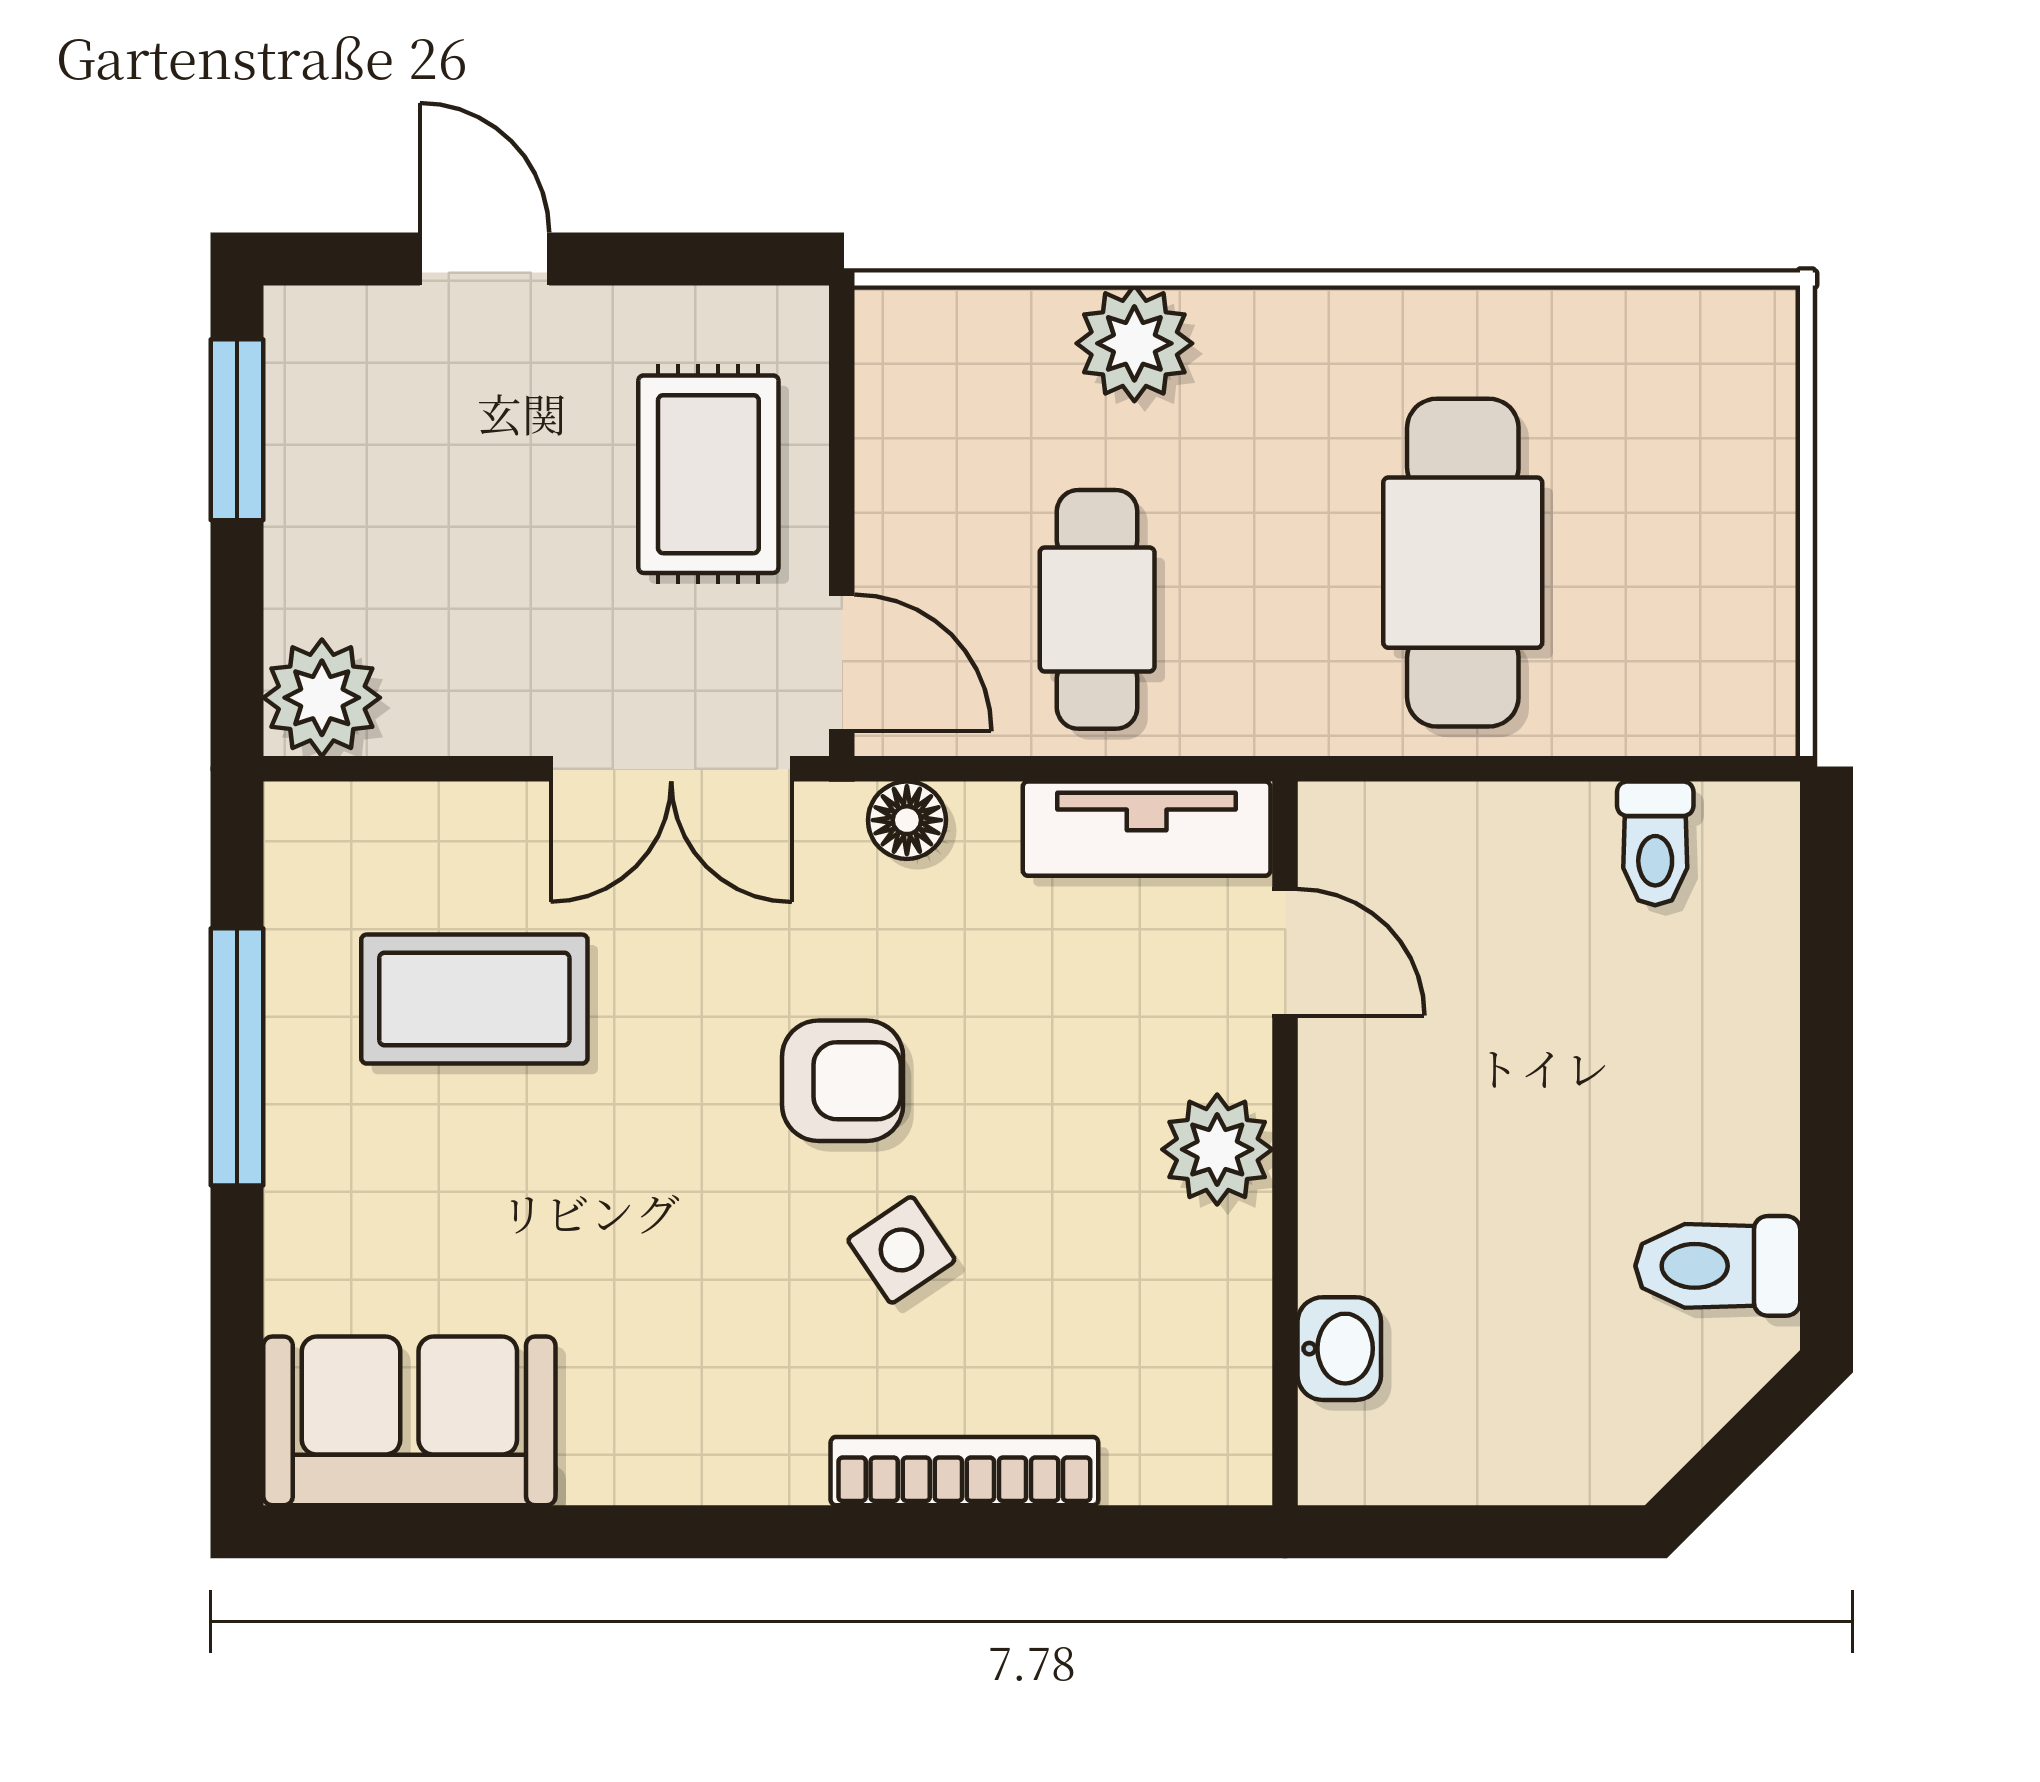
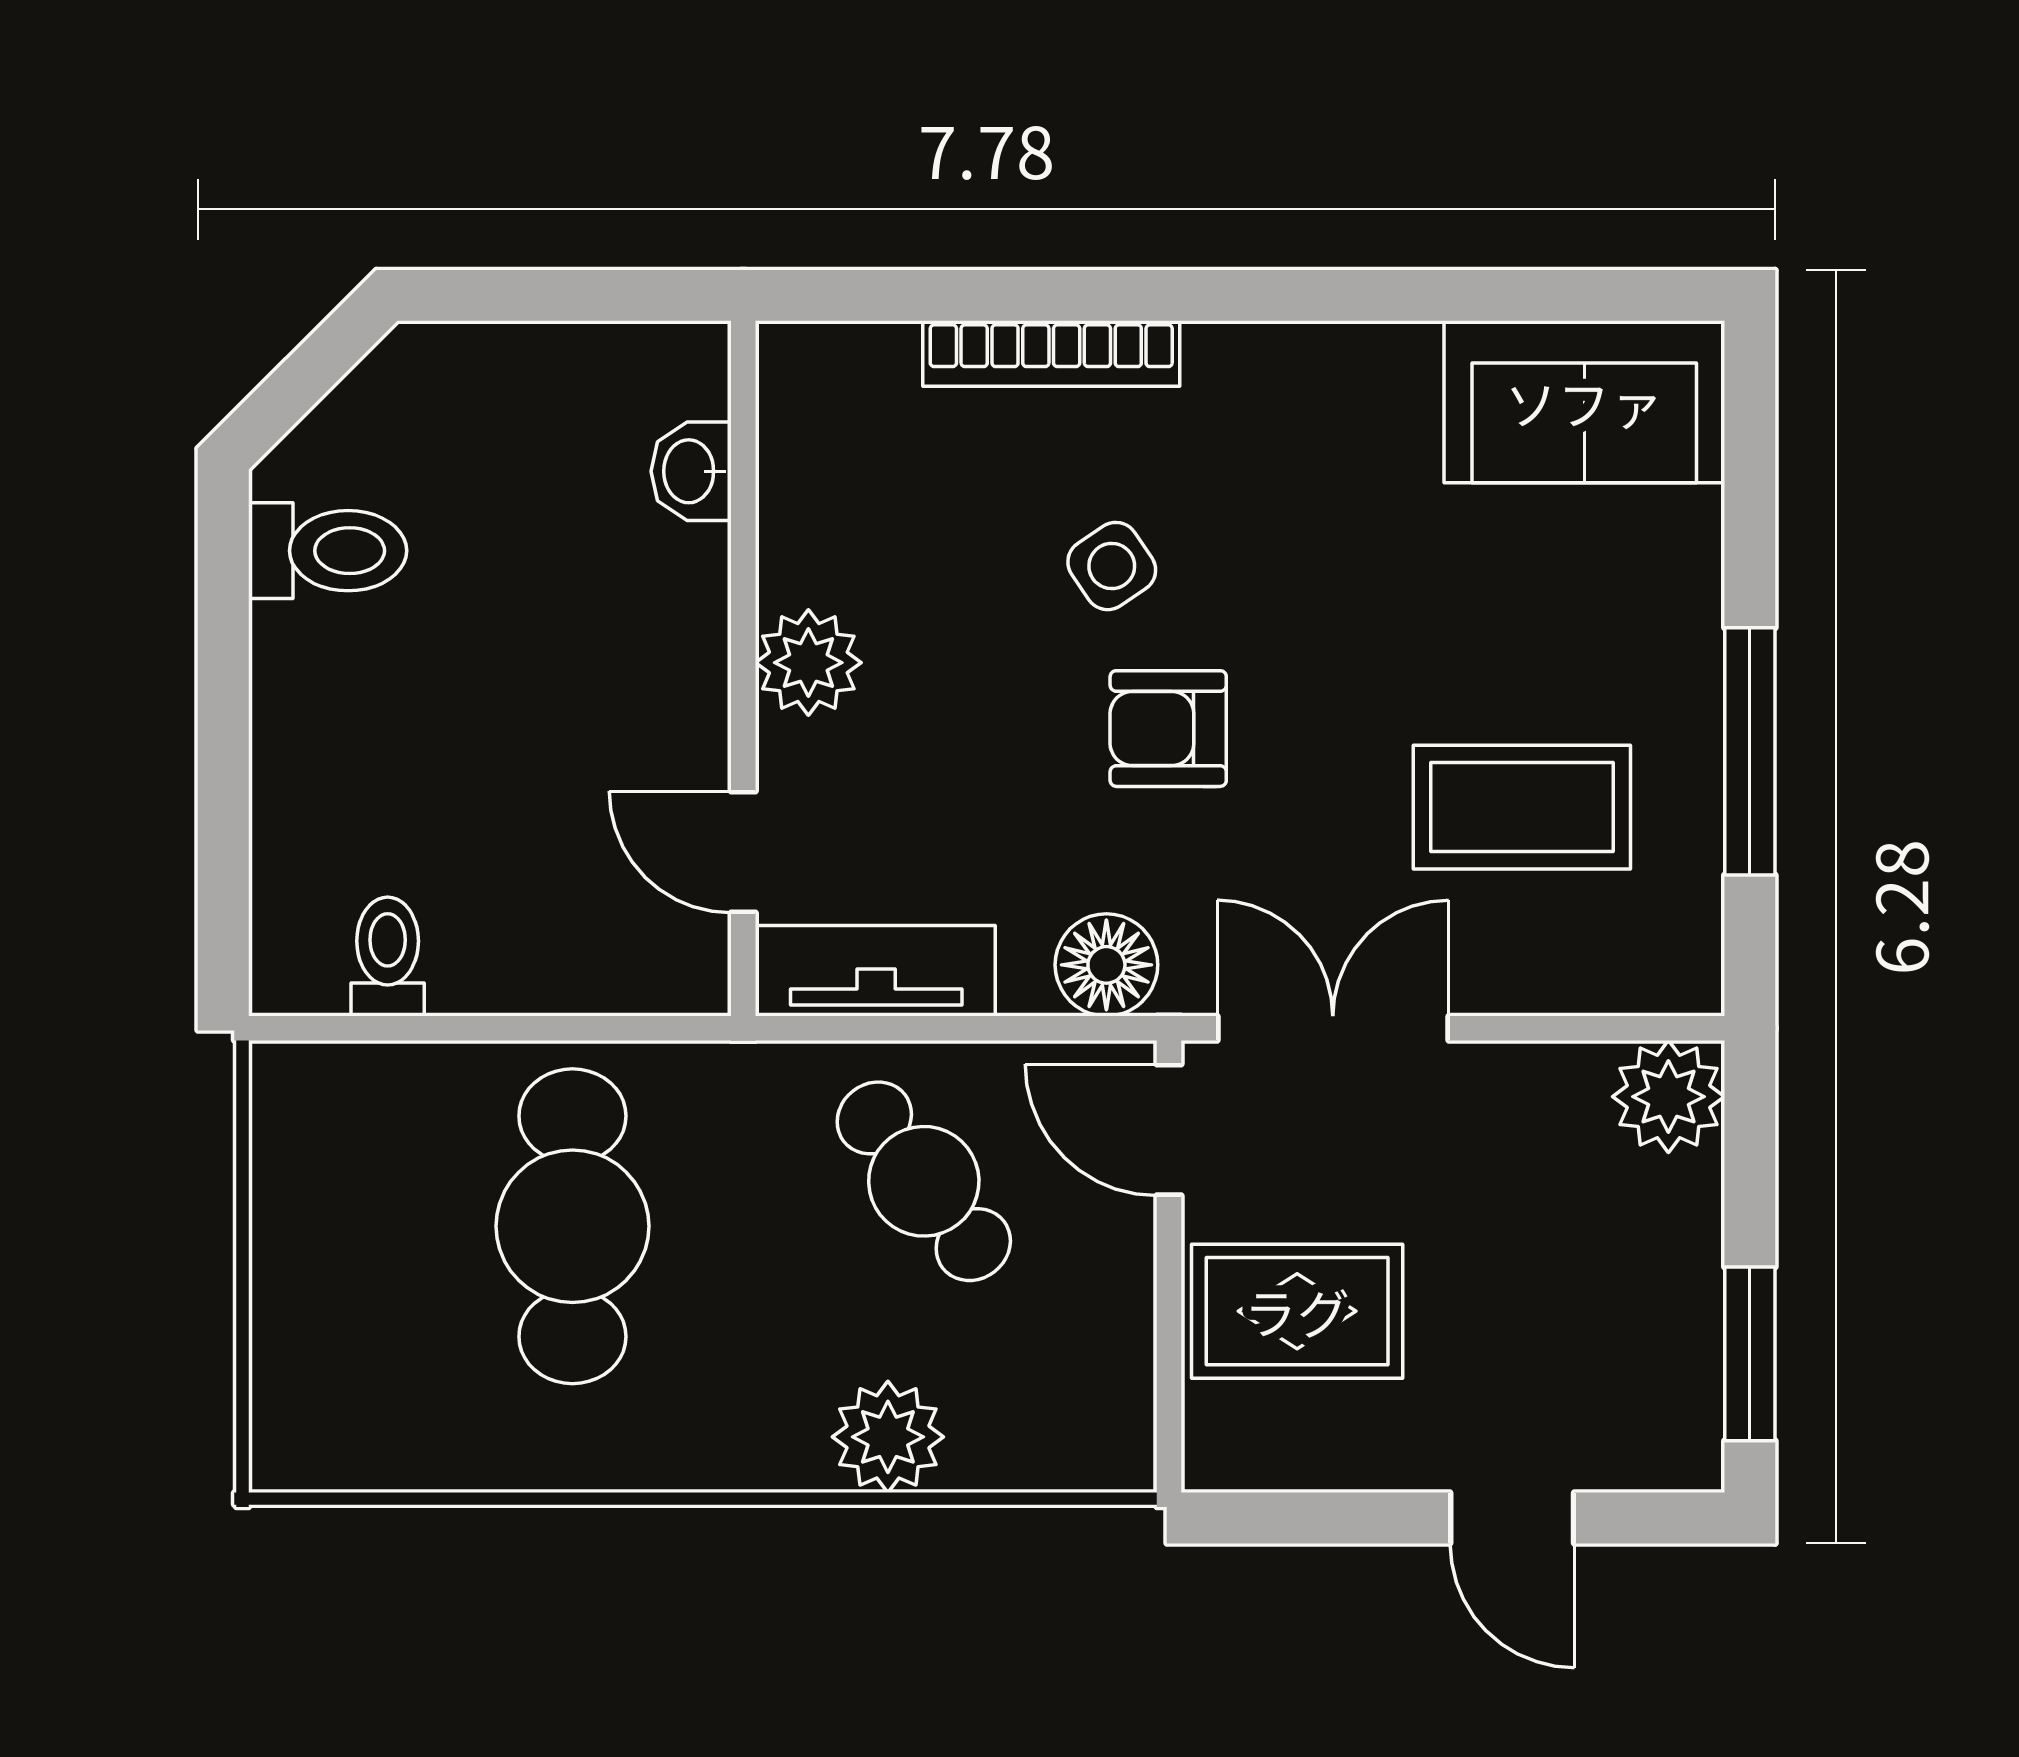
rug: (708, 474) -> (1297, 1311), turned 90
cafe table: (1097, 609) -> (924, 1181), turned -38
floor lamp: (907, 820) -> (1106, 965), width x1.37, depth x1.37

